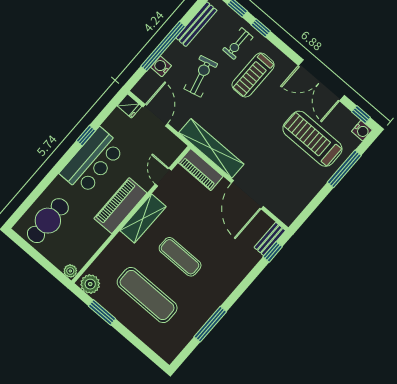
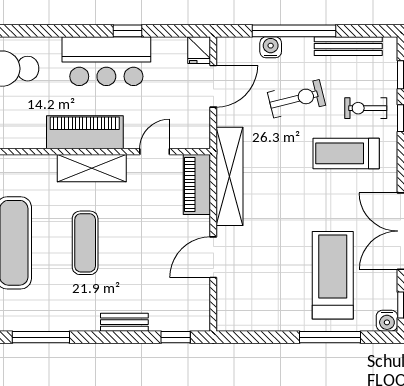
door: (247, 195) -> (213, 257), width x0.73
bench: (270, 239) -> (124, 322), moved

